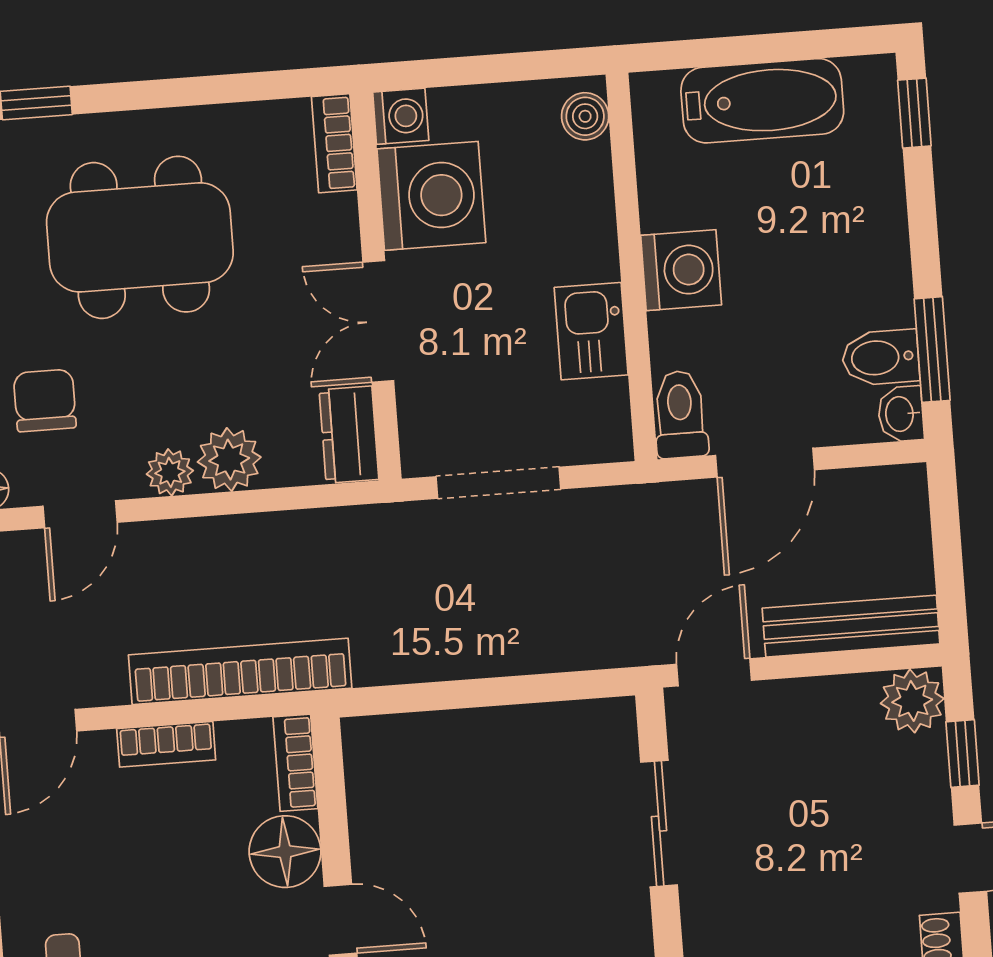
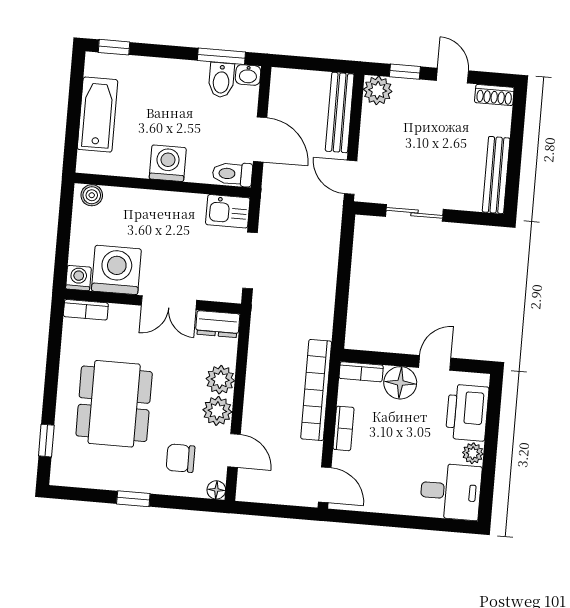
kitchen sink: (591, 331) -> (228, 211), moved
plant: (170, 472) -> (217, 411), width x1.38, depth x1.38

